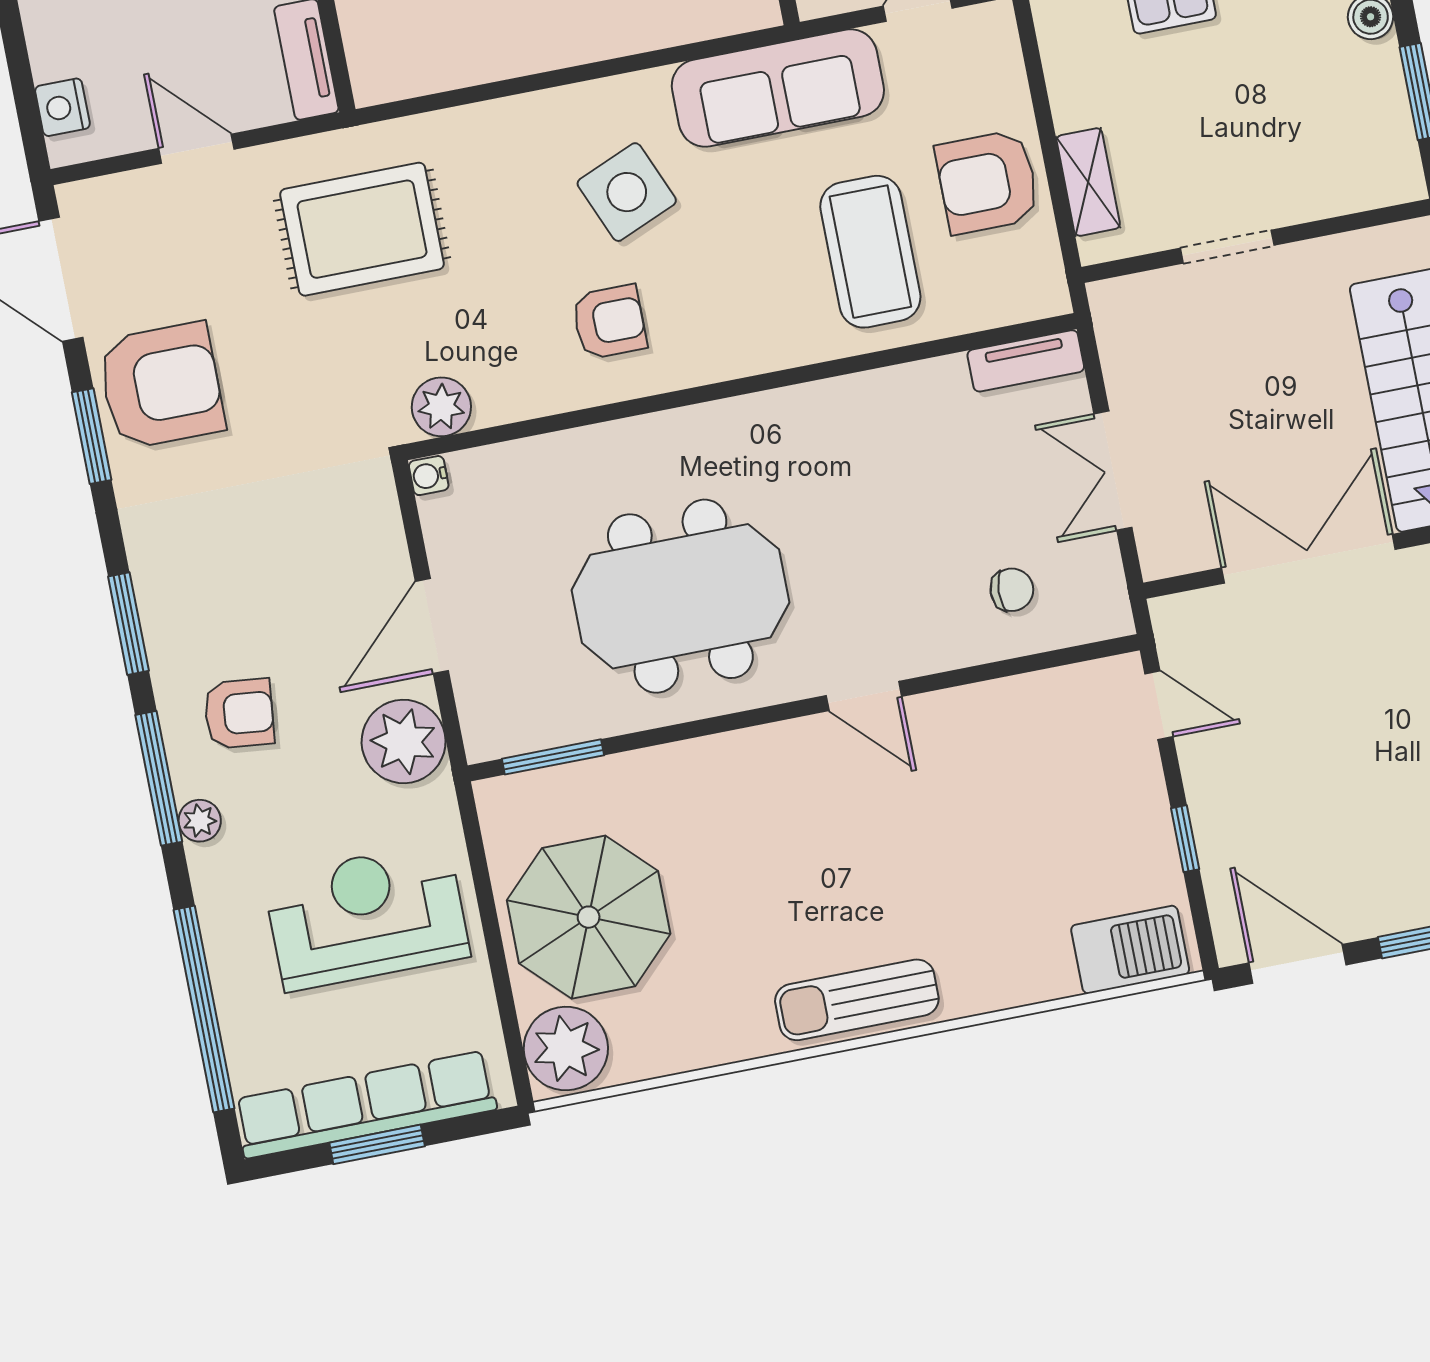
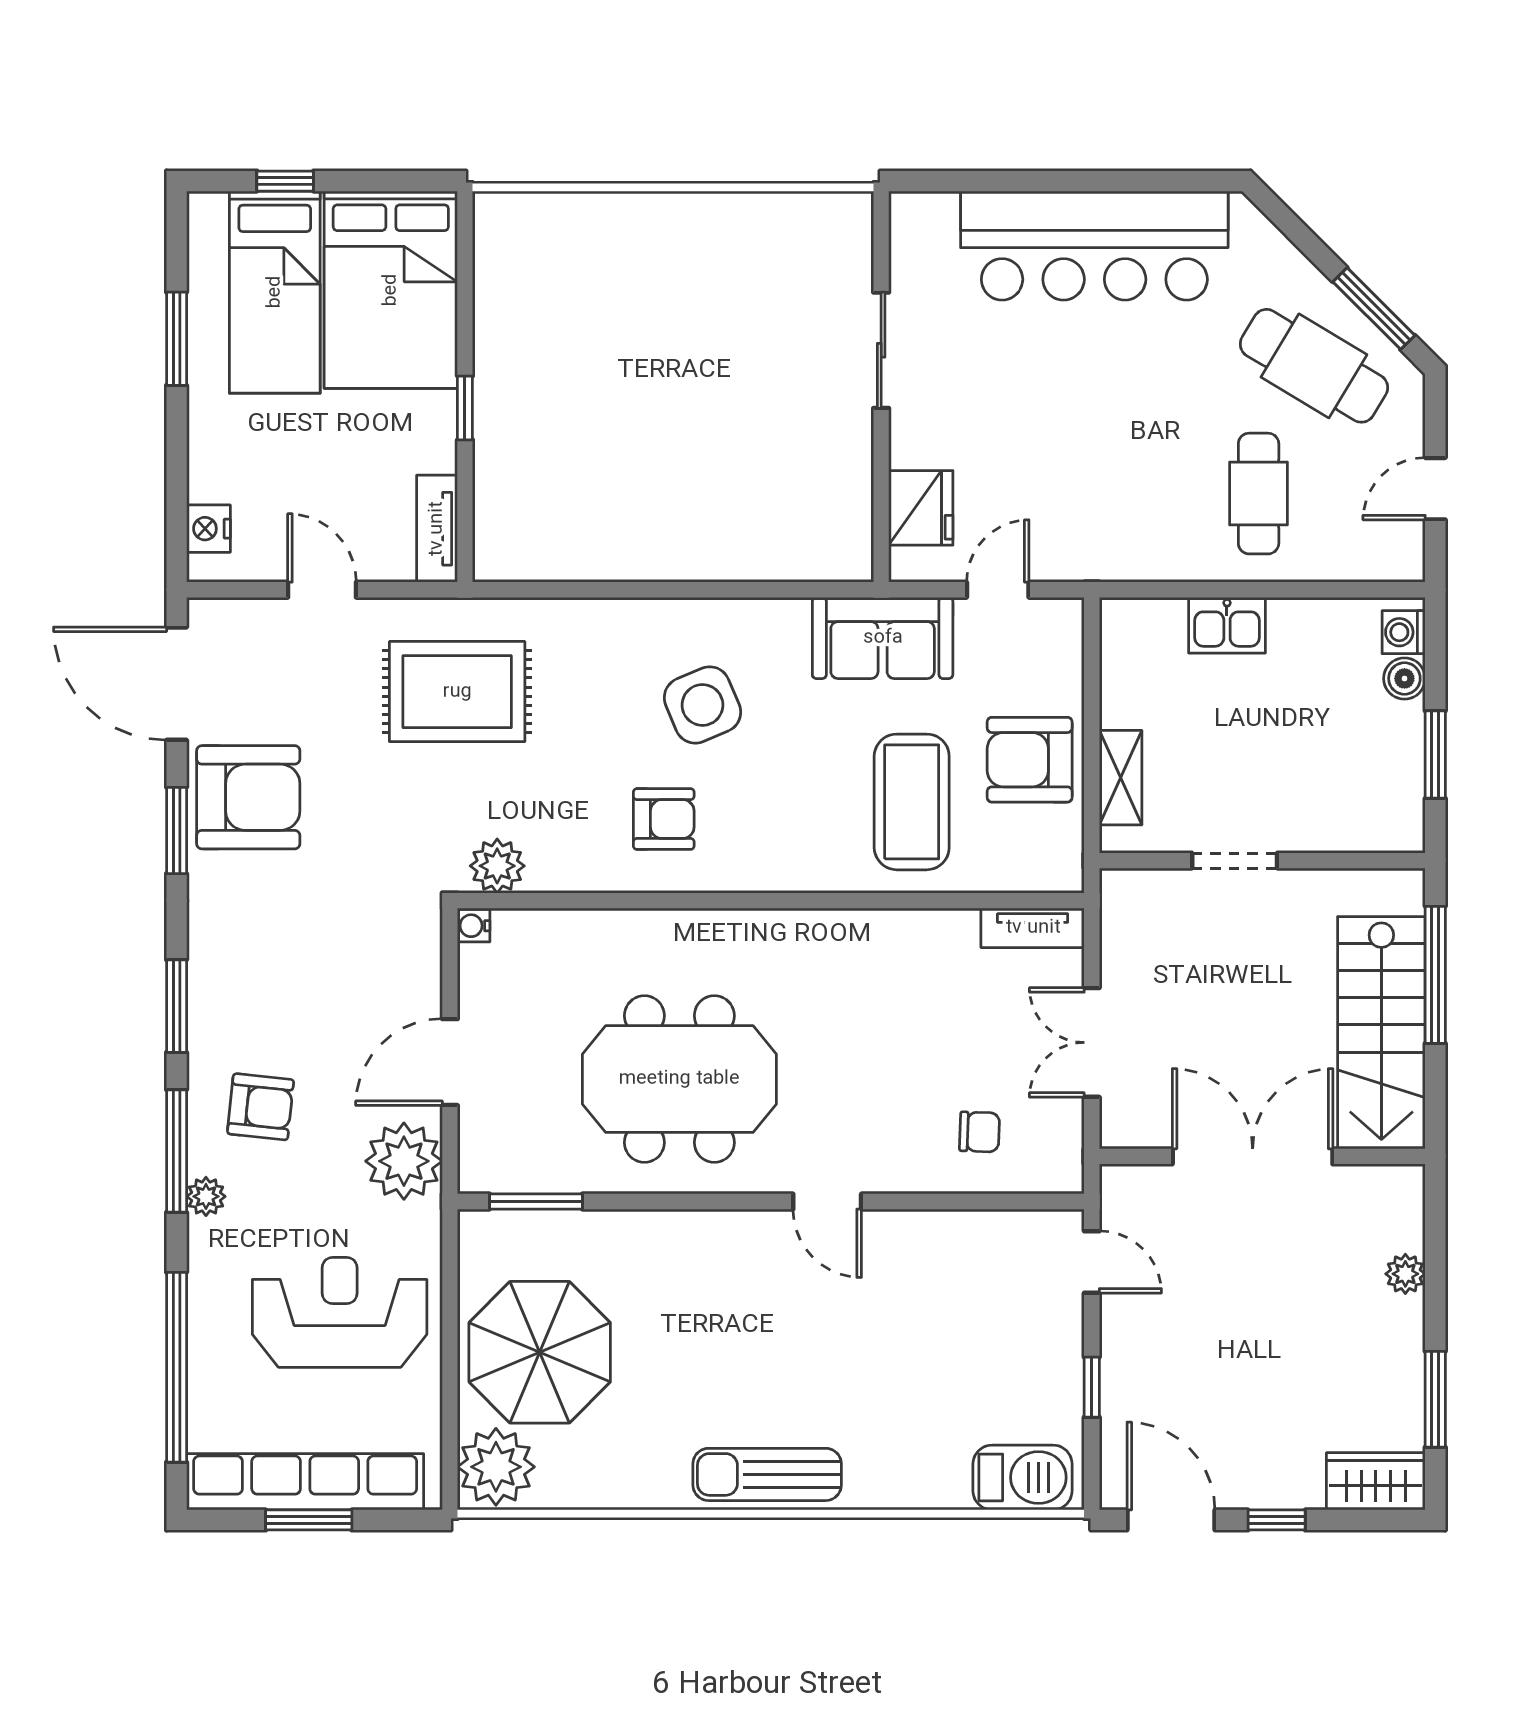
sofa: (778, 88) -> (883, 638), width x0.73

